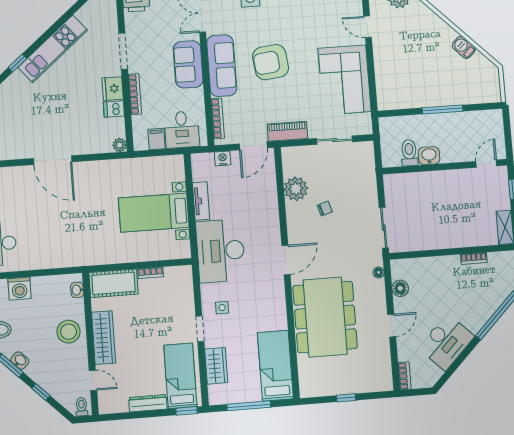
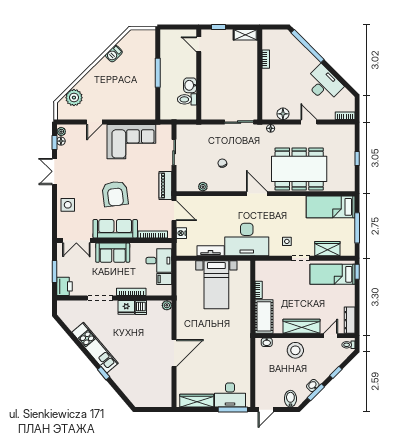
plant: (296, 189) -> (203, 187), width x0.53, depth x0.53
washing machine: (20, 289) -> (263, 382), removed
dresser: (148, 403) -> (350, 320), moved

